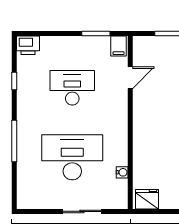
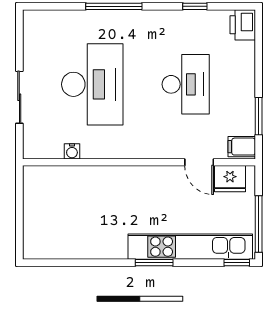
fridge: (147, 199) -> (230, 179), moved, turned 90

